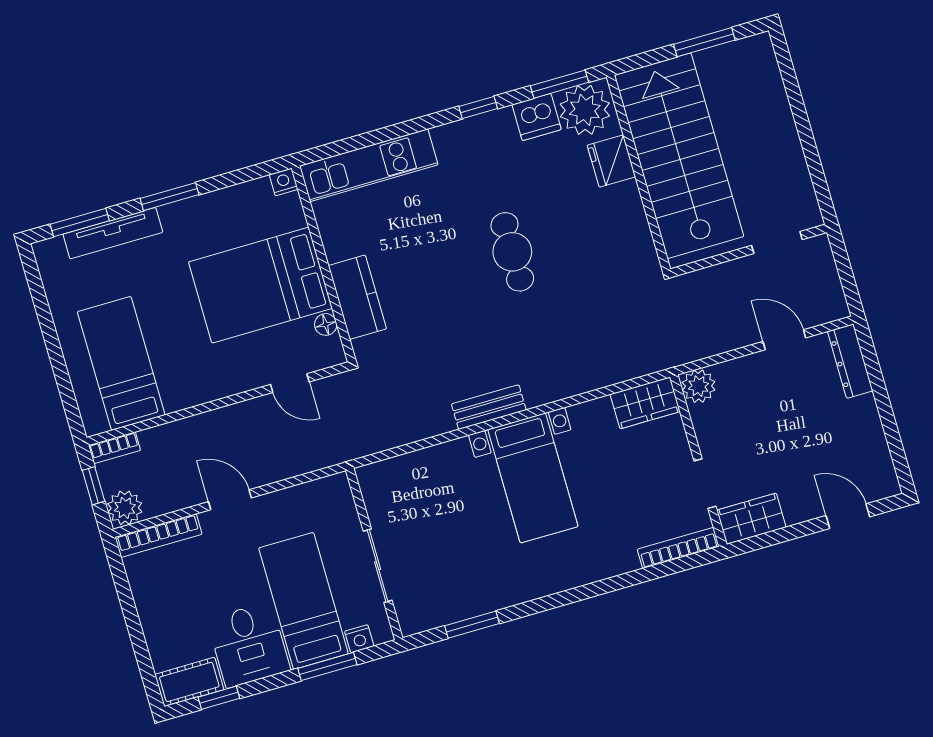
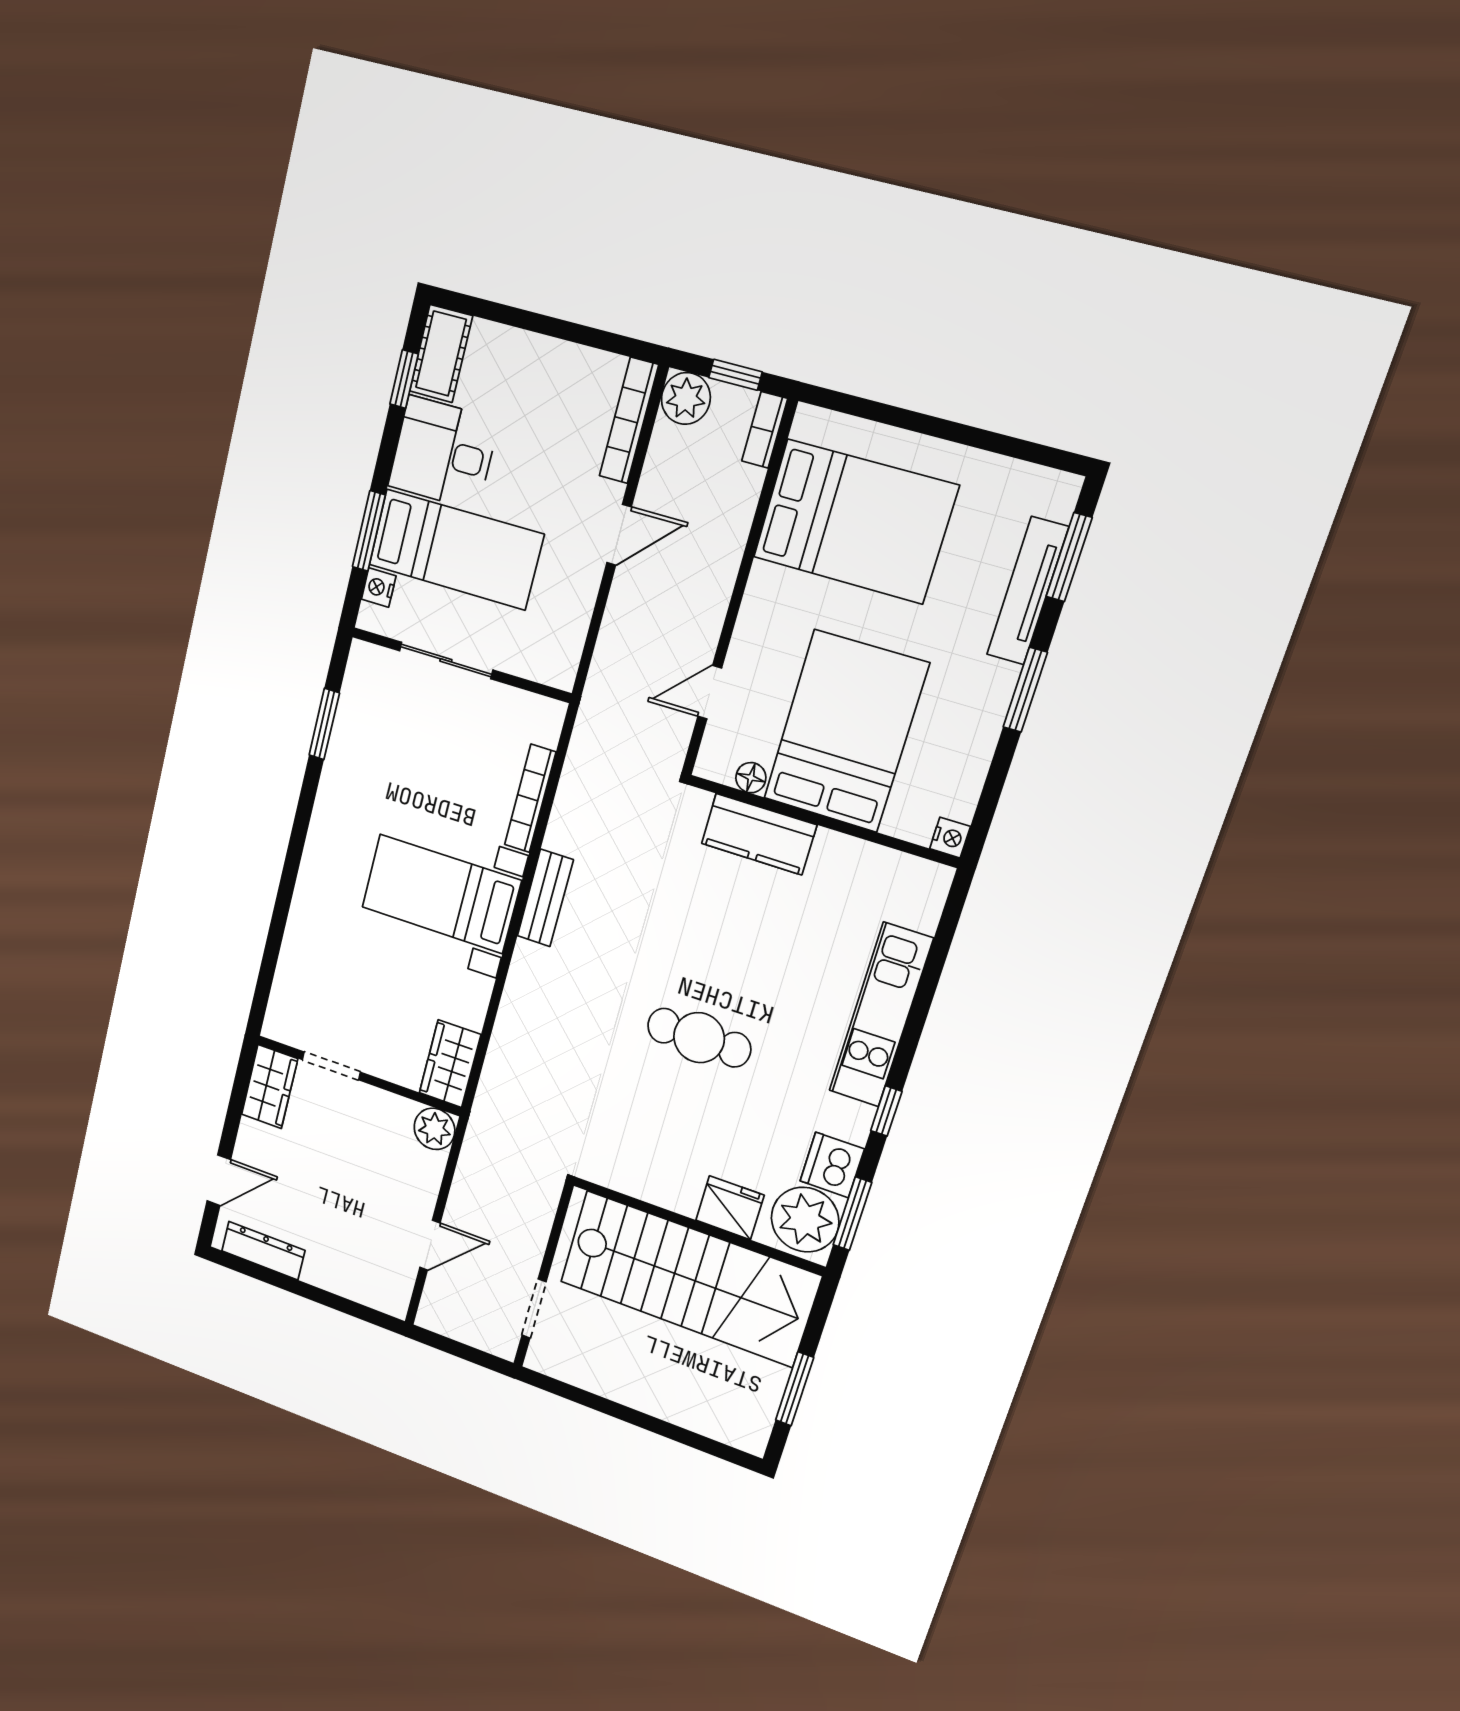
kitchen unit: (369, 165) -> (881, 1015), moved
dresser: (850, 361) -> (263, 1251), moved
bed: (121, 363) -> (855, 521), width x1.50
bookcase: (678, 548) -> (530, 798), moved, turned 180

